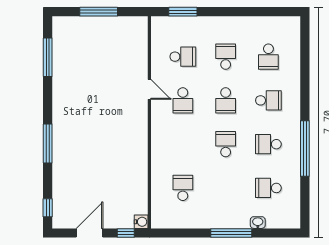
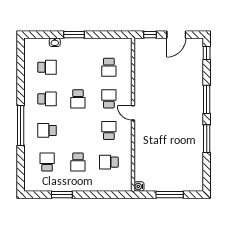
window: (183, 12) -> (62, 195), moved
window: (48, 57) -> (207, 139), moved
door: (149, 89) -> (133, 113), moved
school desk: (226, 100) -> (109, 99), moved
window: (305, 148) -> (21, 126), moved
water cooler: (141, 222) -> (139, 186), moved
window: (231, 233) -> (74, 35), width x0.69

